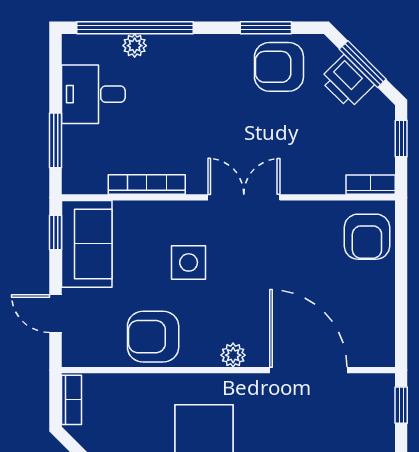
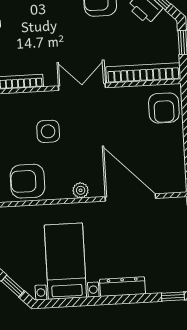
bookcase: (371, 185) -> (143, 73), width x2.31, depth x1.31

